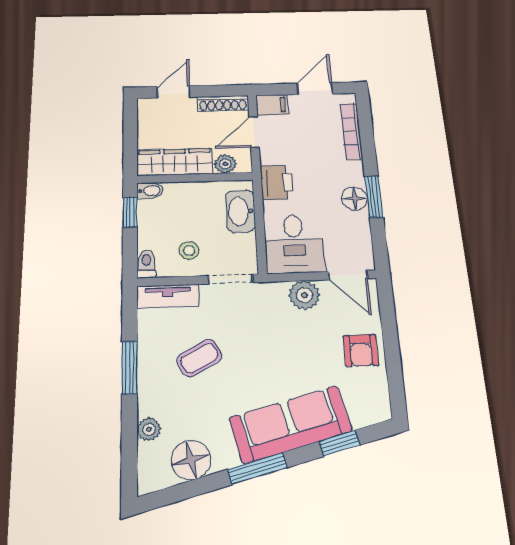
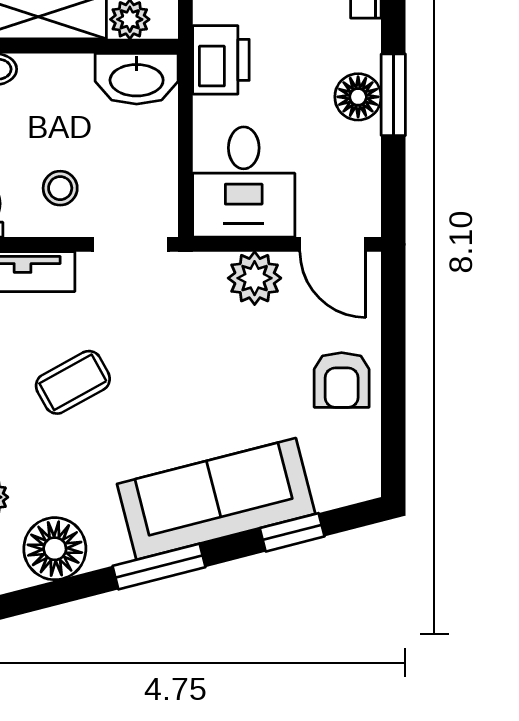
washbasin: (240, 211) -> (137, 79), moved, turned -90

